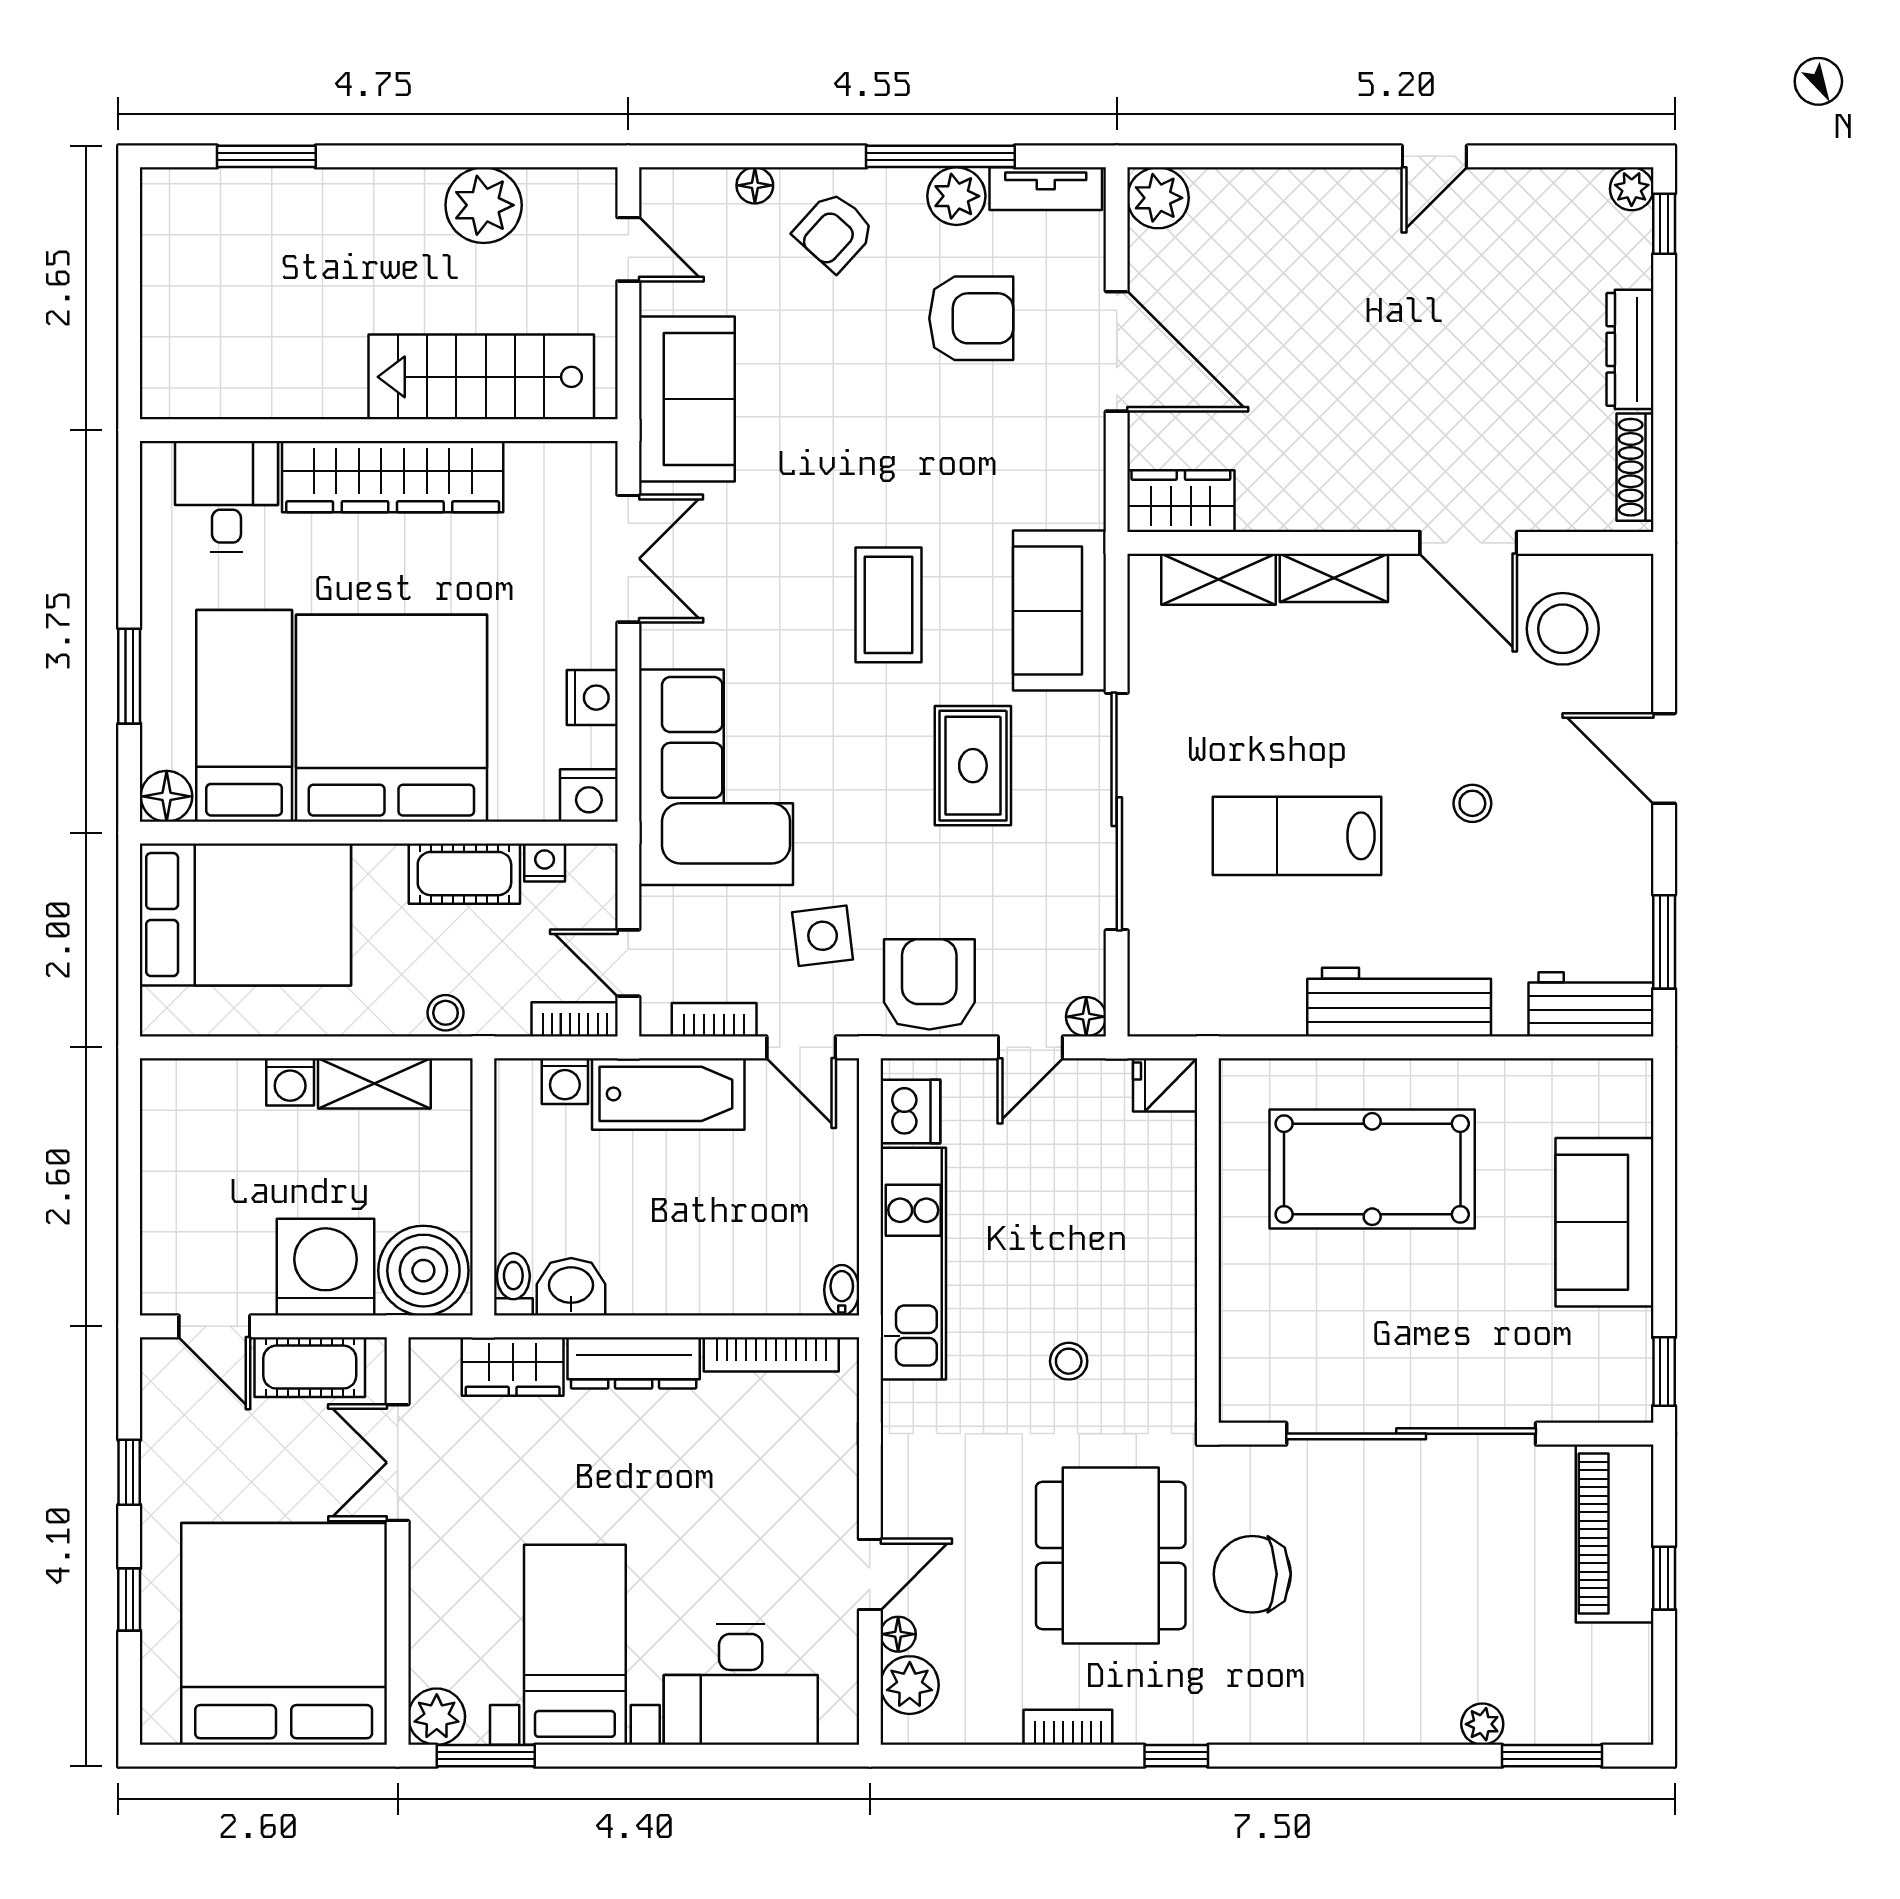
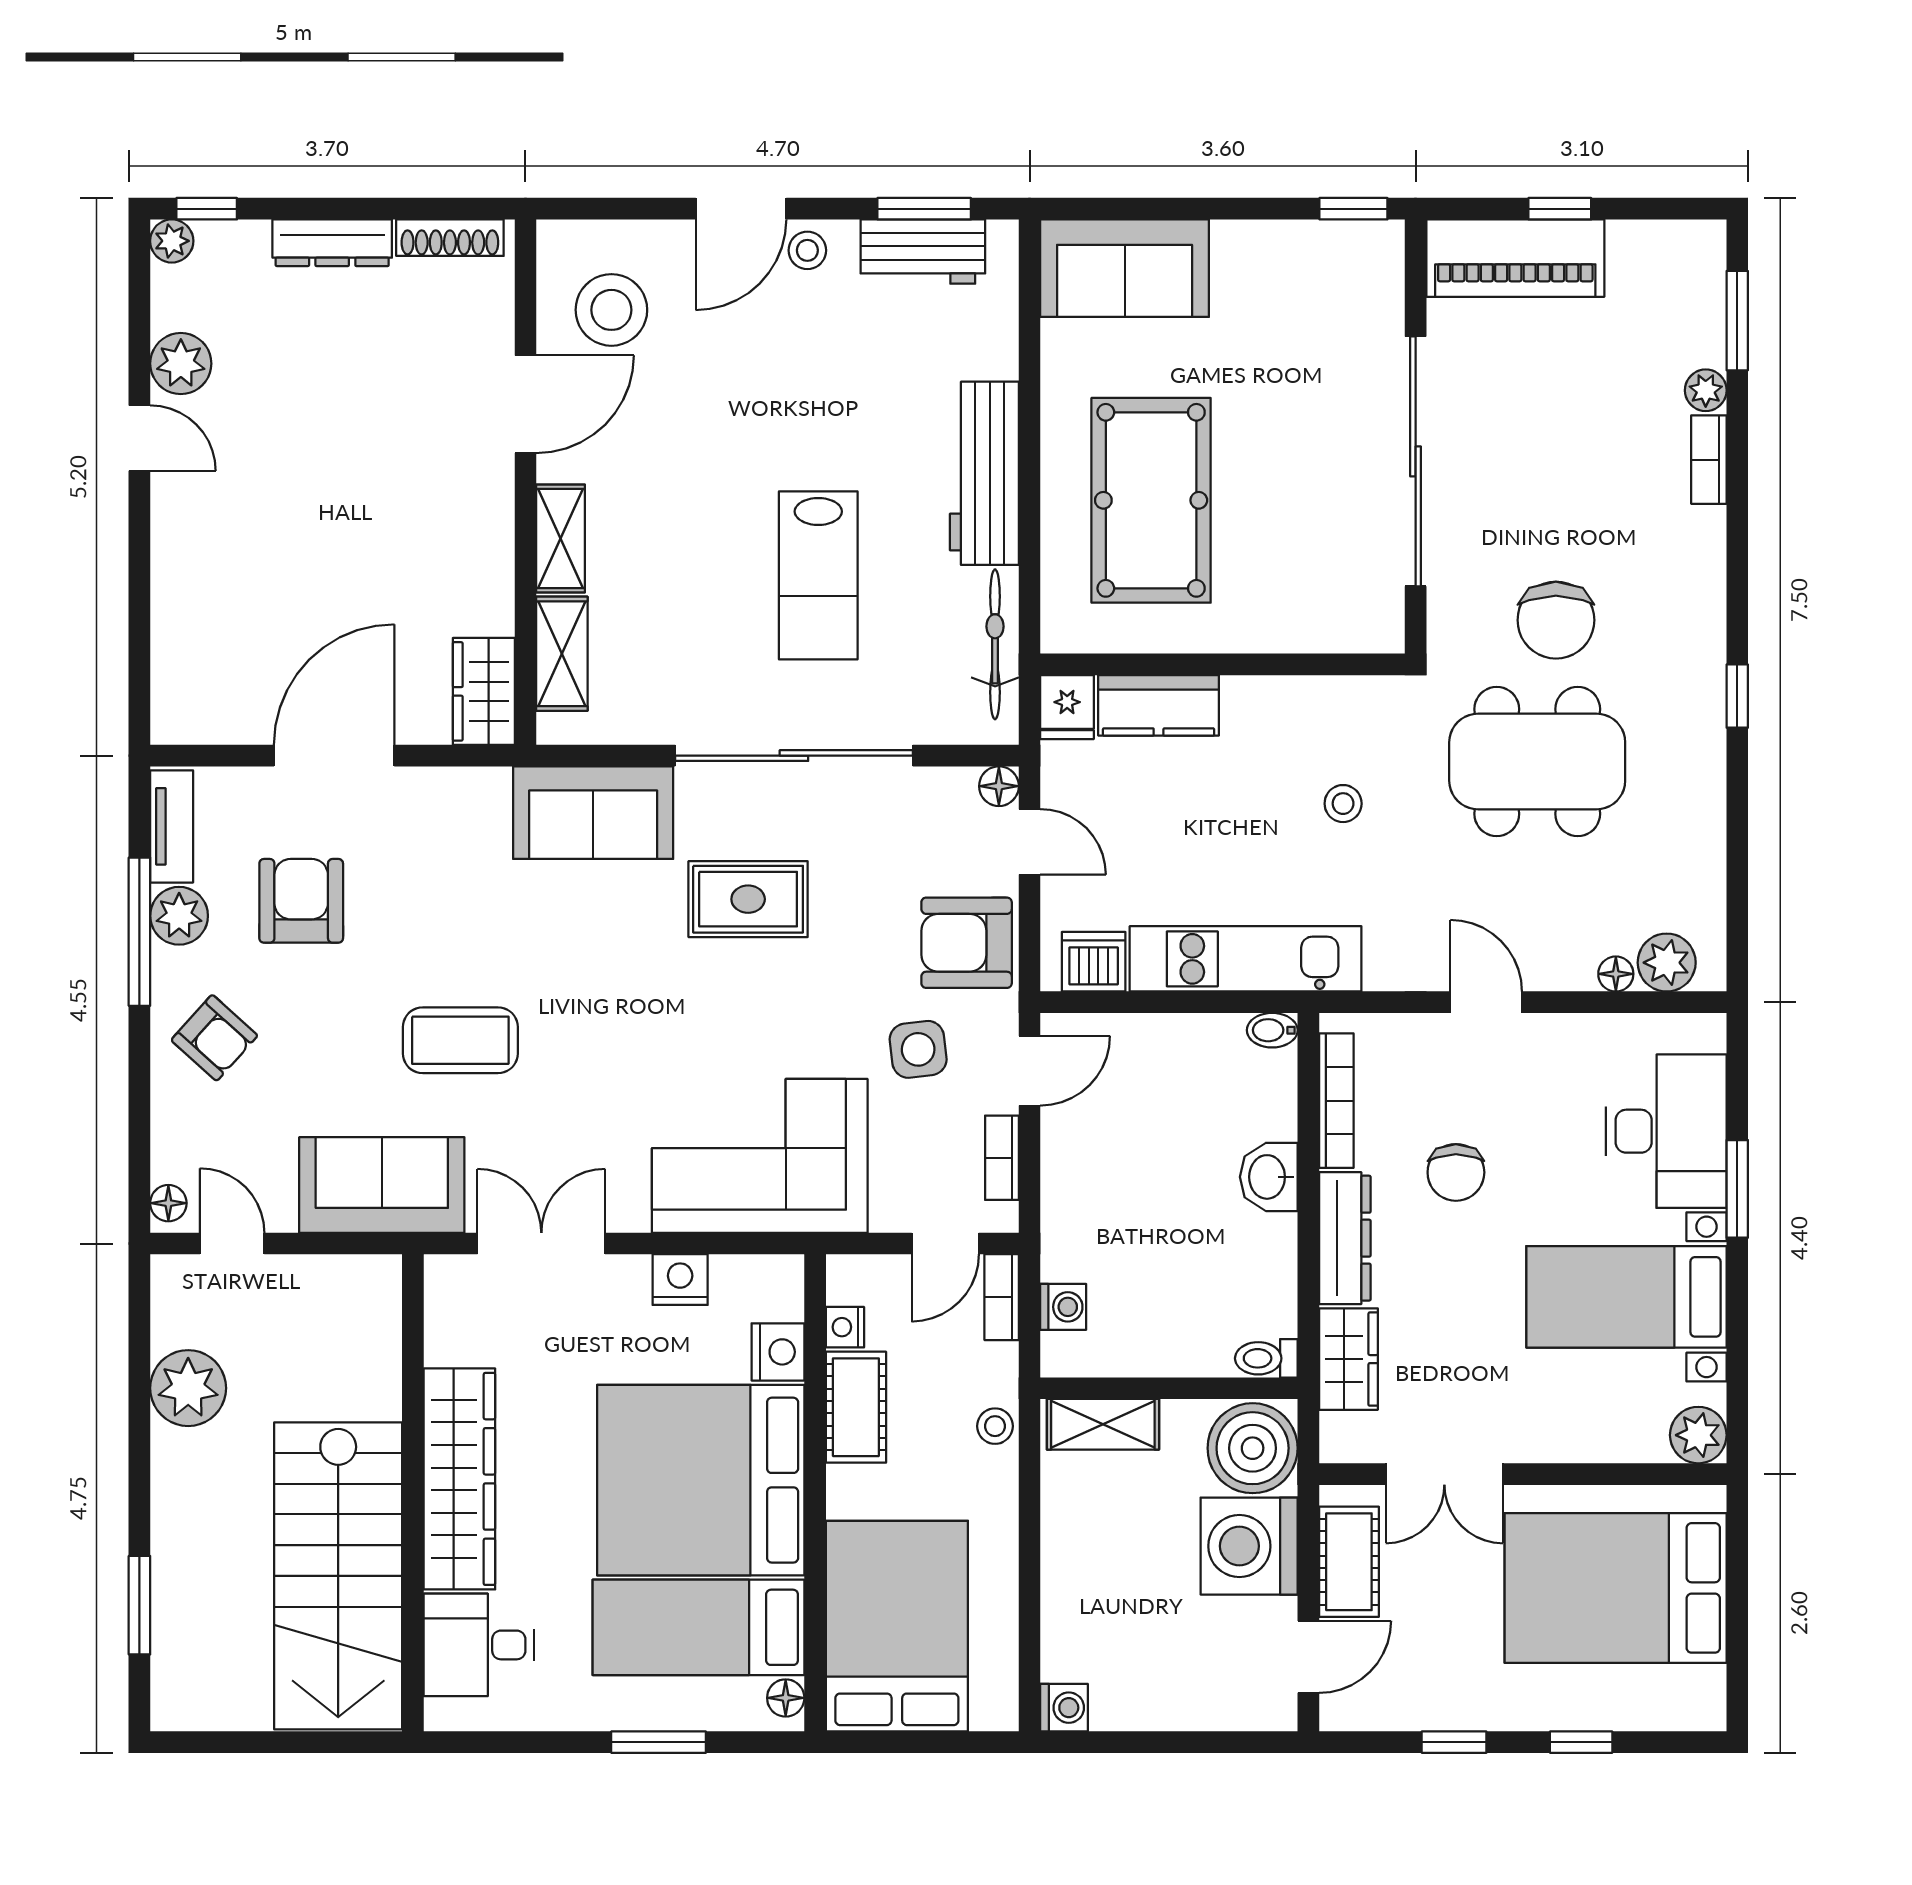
floor lamp: (755, 185) -> (168, 1203), moved
plant: (1158, 198) -> (181, 364), moved
door: (628, 249) -> (232, 1244), hinge flipped
stairs: (481, 377) -> (338, 1576), moved, width x1.36, depth x1.51
coffee table: (888, 605) -> (460, 1040), moved
floor lamp: (167, 796) -> (786, 1698), width x0.73, depth x0.73
nightstand: (589, 796) -> (778, 1352), moved
stool: (1472, 803) -> (807, 250), moved
workbench: (1591, 1004) -> (923, 252), moved, turned -90
bicycle: (1228, 1013) -> (995, 644), added
washing machine: (290, 1082) -> (1064, 1708), moved
shelving: (374, 1083) -> (1103, 1424), moved, turned 90
bathtub: (668, 1094) -> (1076, 1204), removed
kitchen counter: (1167, 1176) -> (1159, 705), added
sofa: (1605, 1222) -> (1125, 268), moved
washbasin: (571, 1287) -> (1269, 1177), moved
chair: (699, 1474) -> (1456, 1172), added
door: (870, 1574) -> (1486, 1002), moved
bed: (284, 1634) -> (1616, 1588), width x0.73
bookcase: (1068, 1727) -> (1709, 460), moved
window: (486, 1756) -> (1737, 1189), moved

